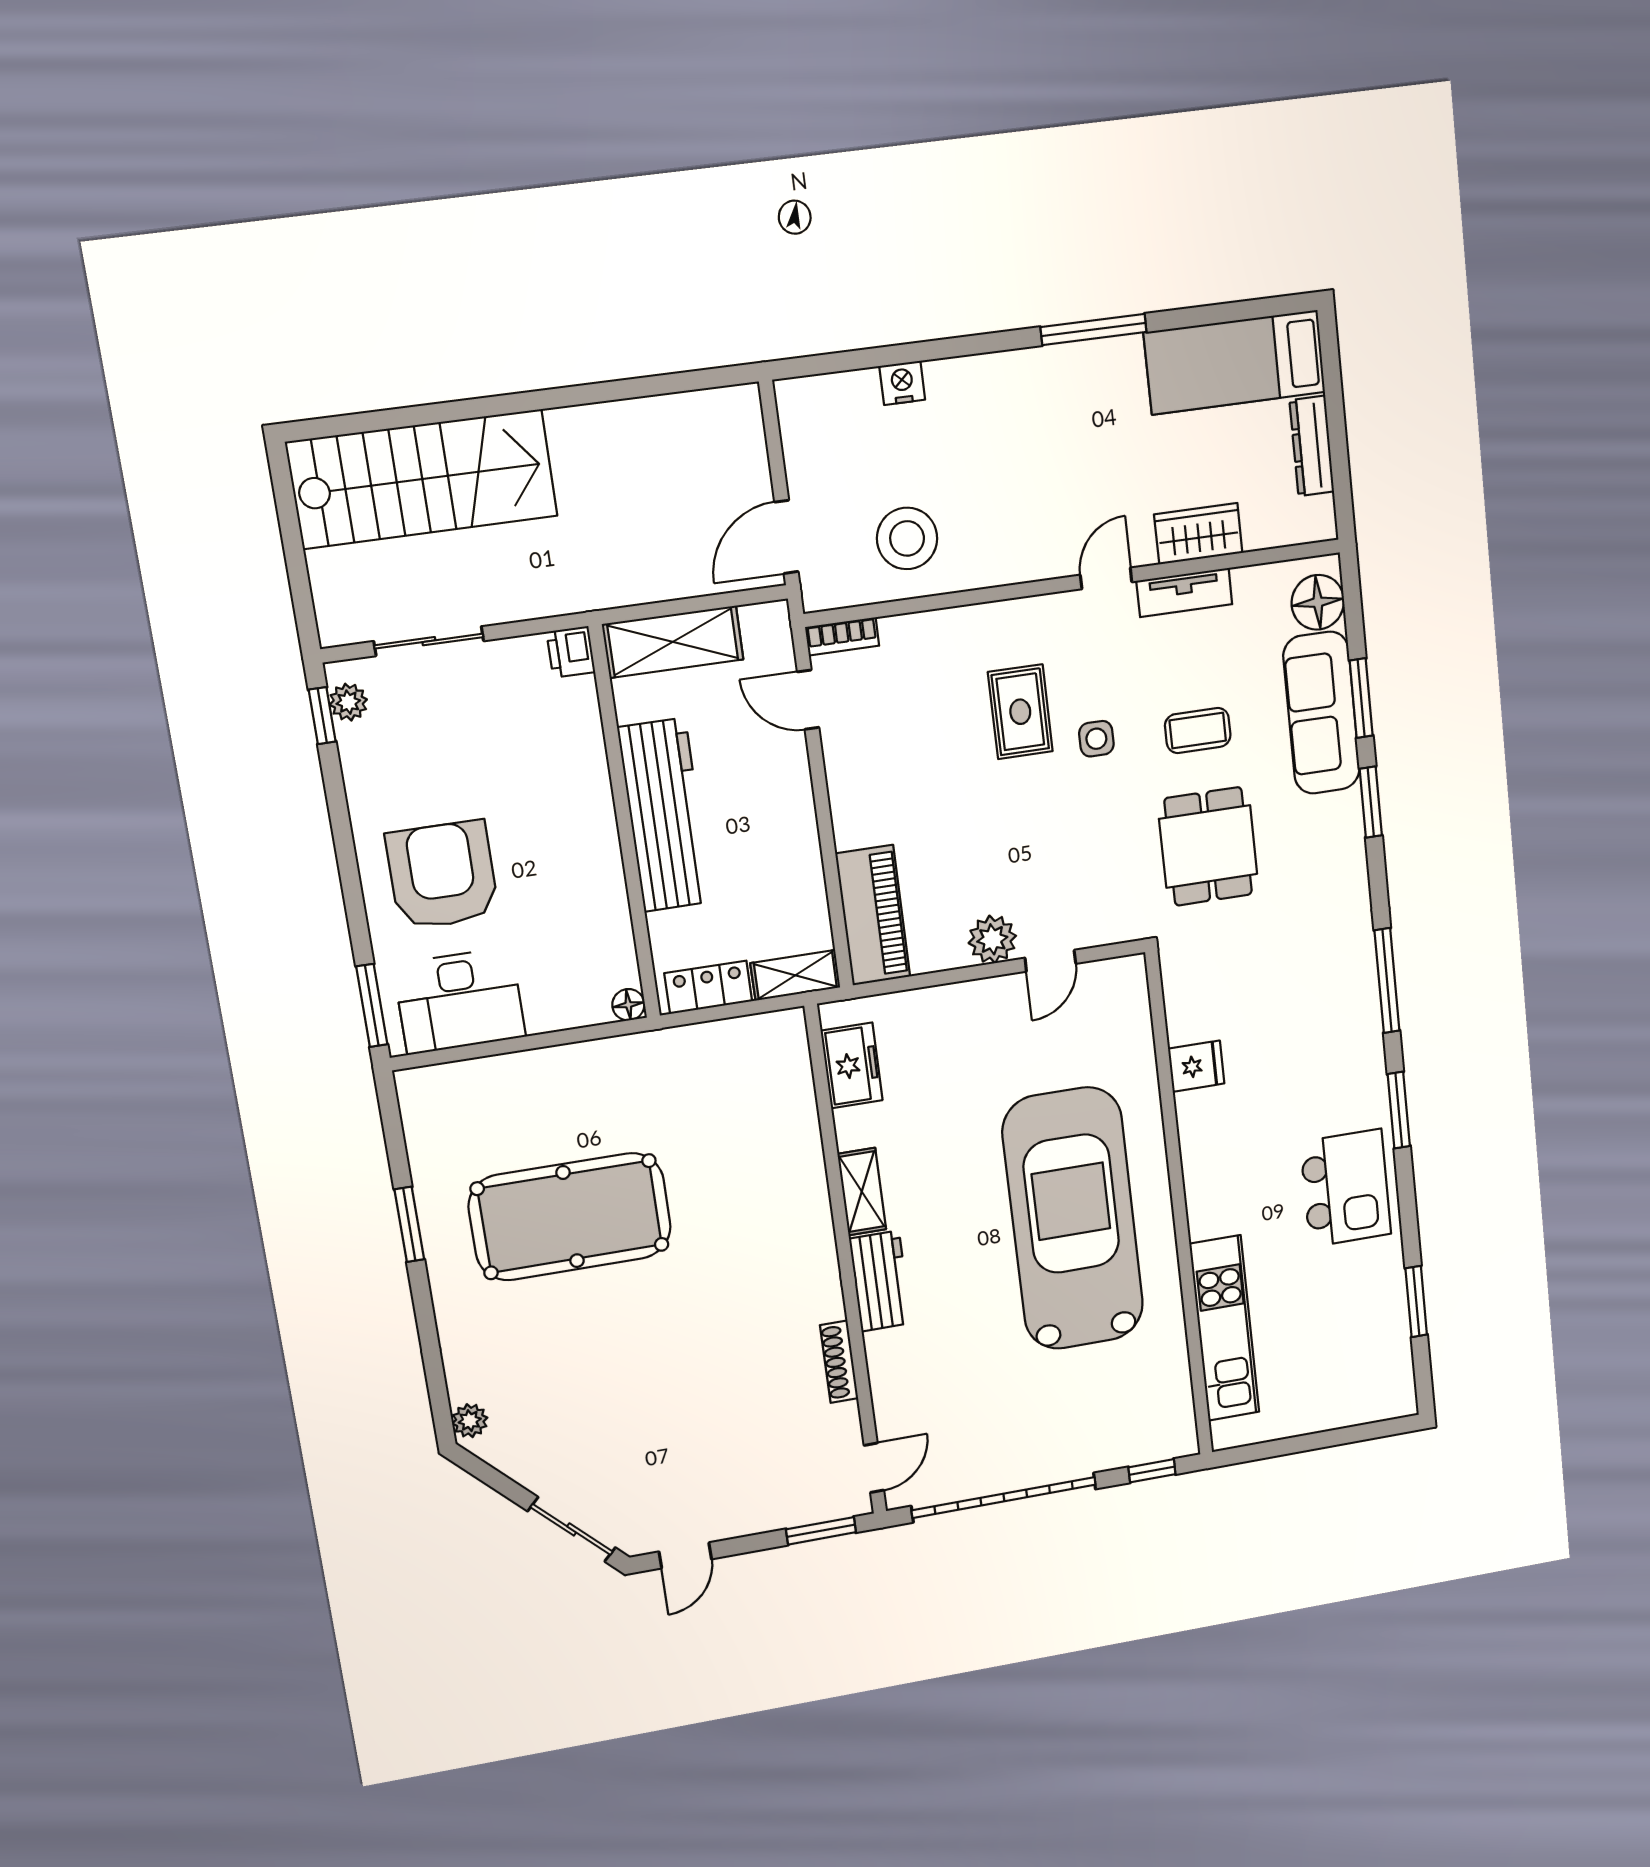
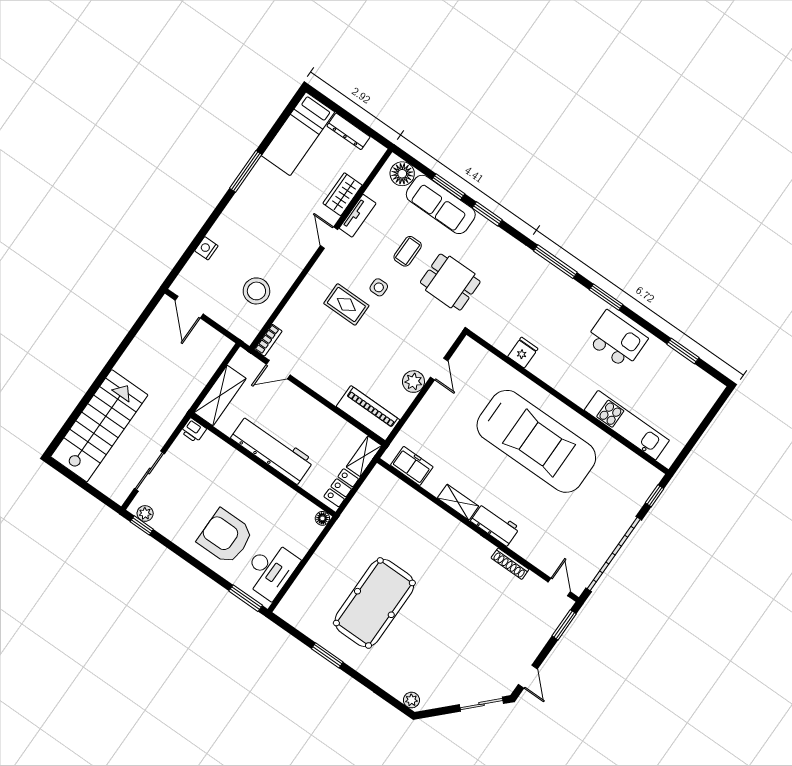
door: (786, 537) -> (189, 307), moved
car: (1073, 1219) -> (536, 441), turned 180

